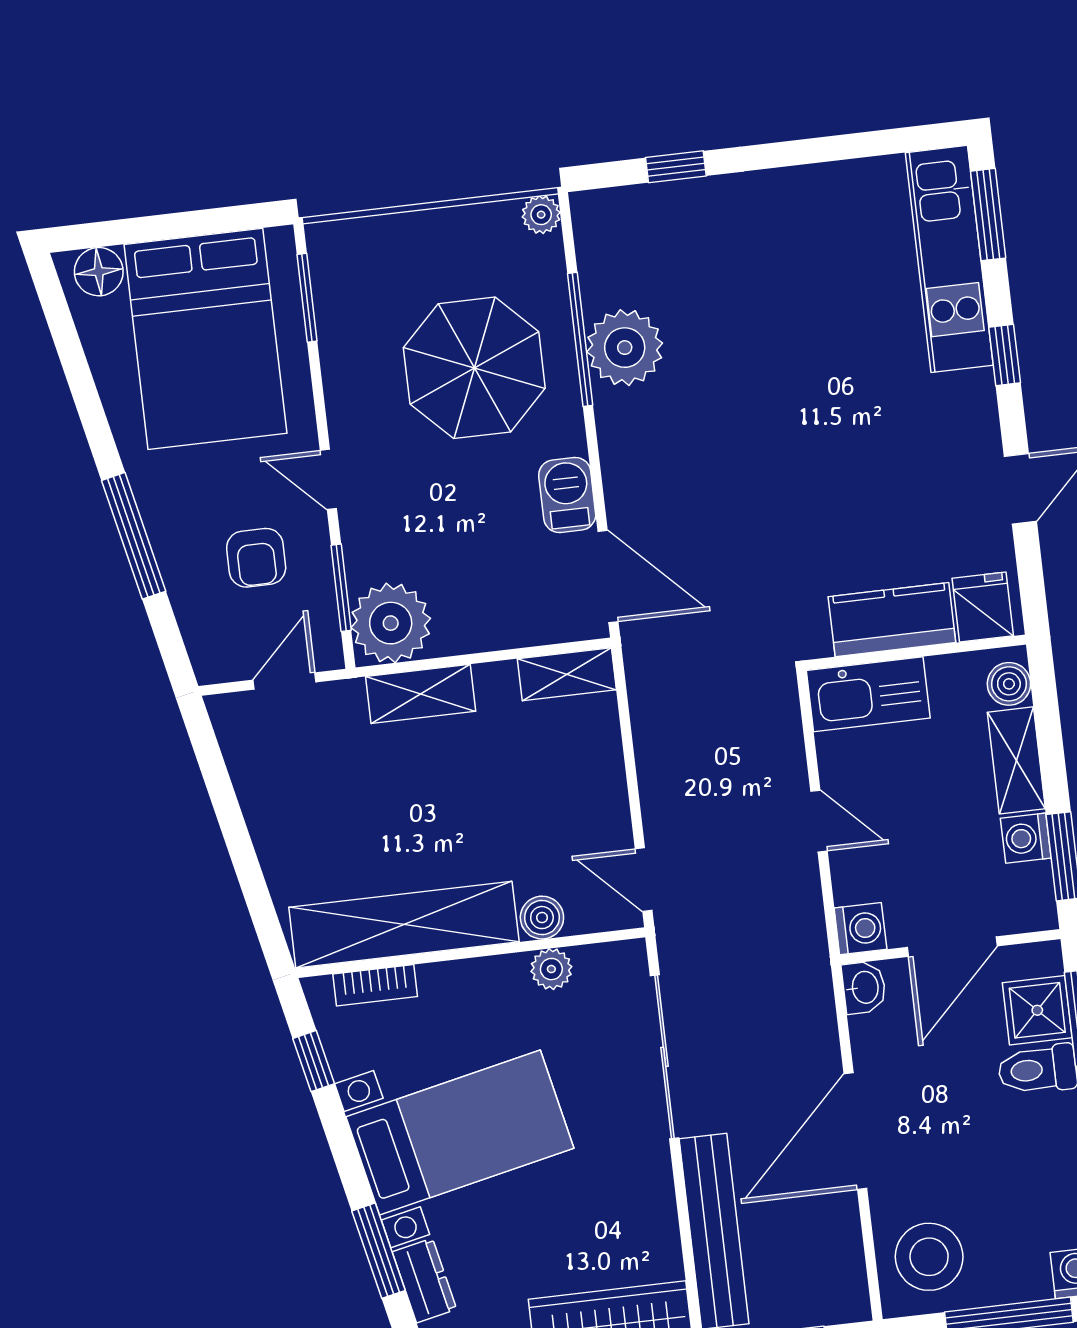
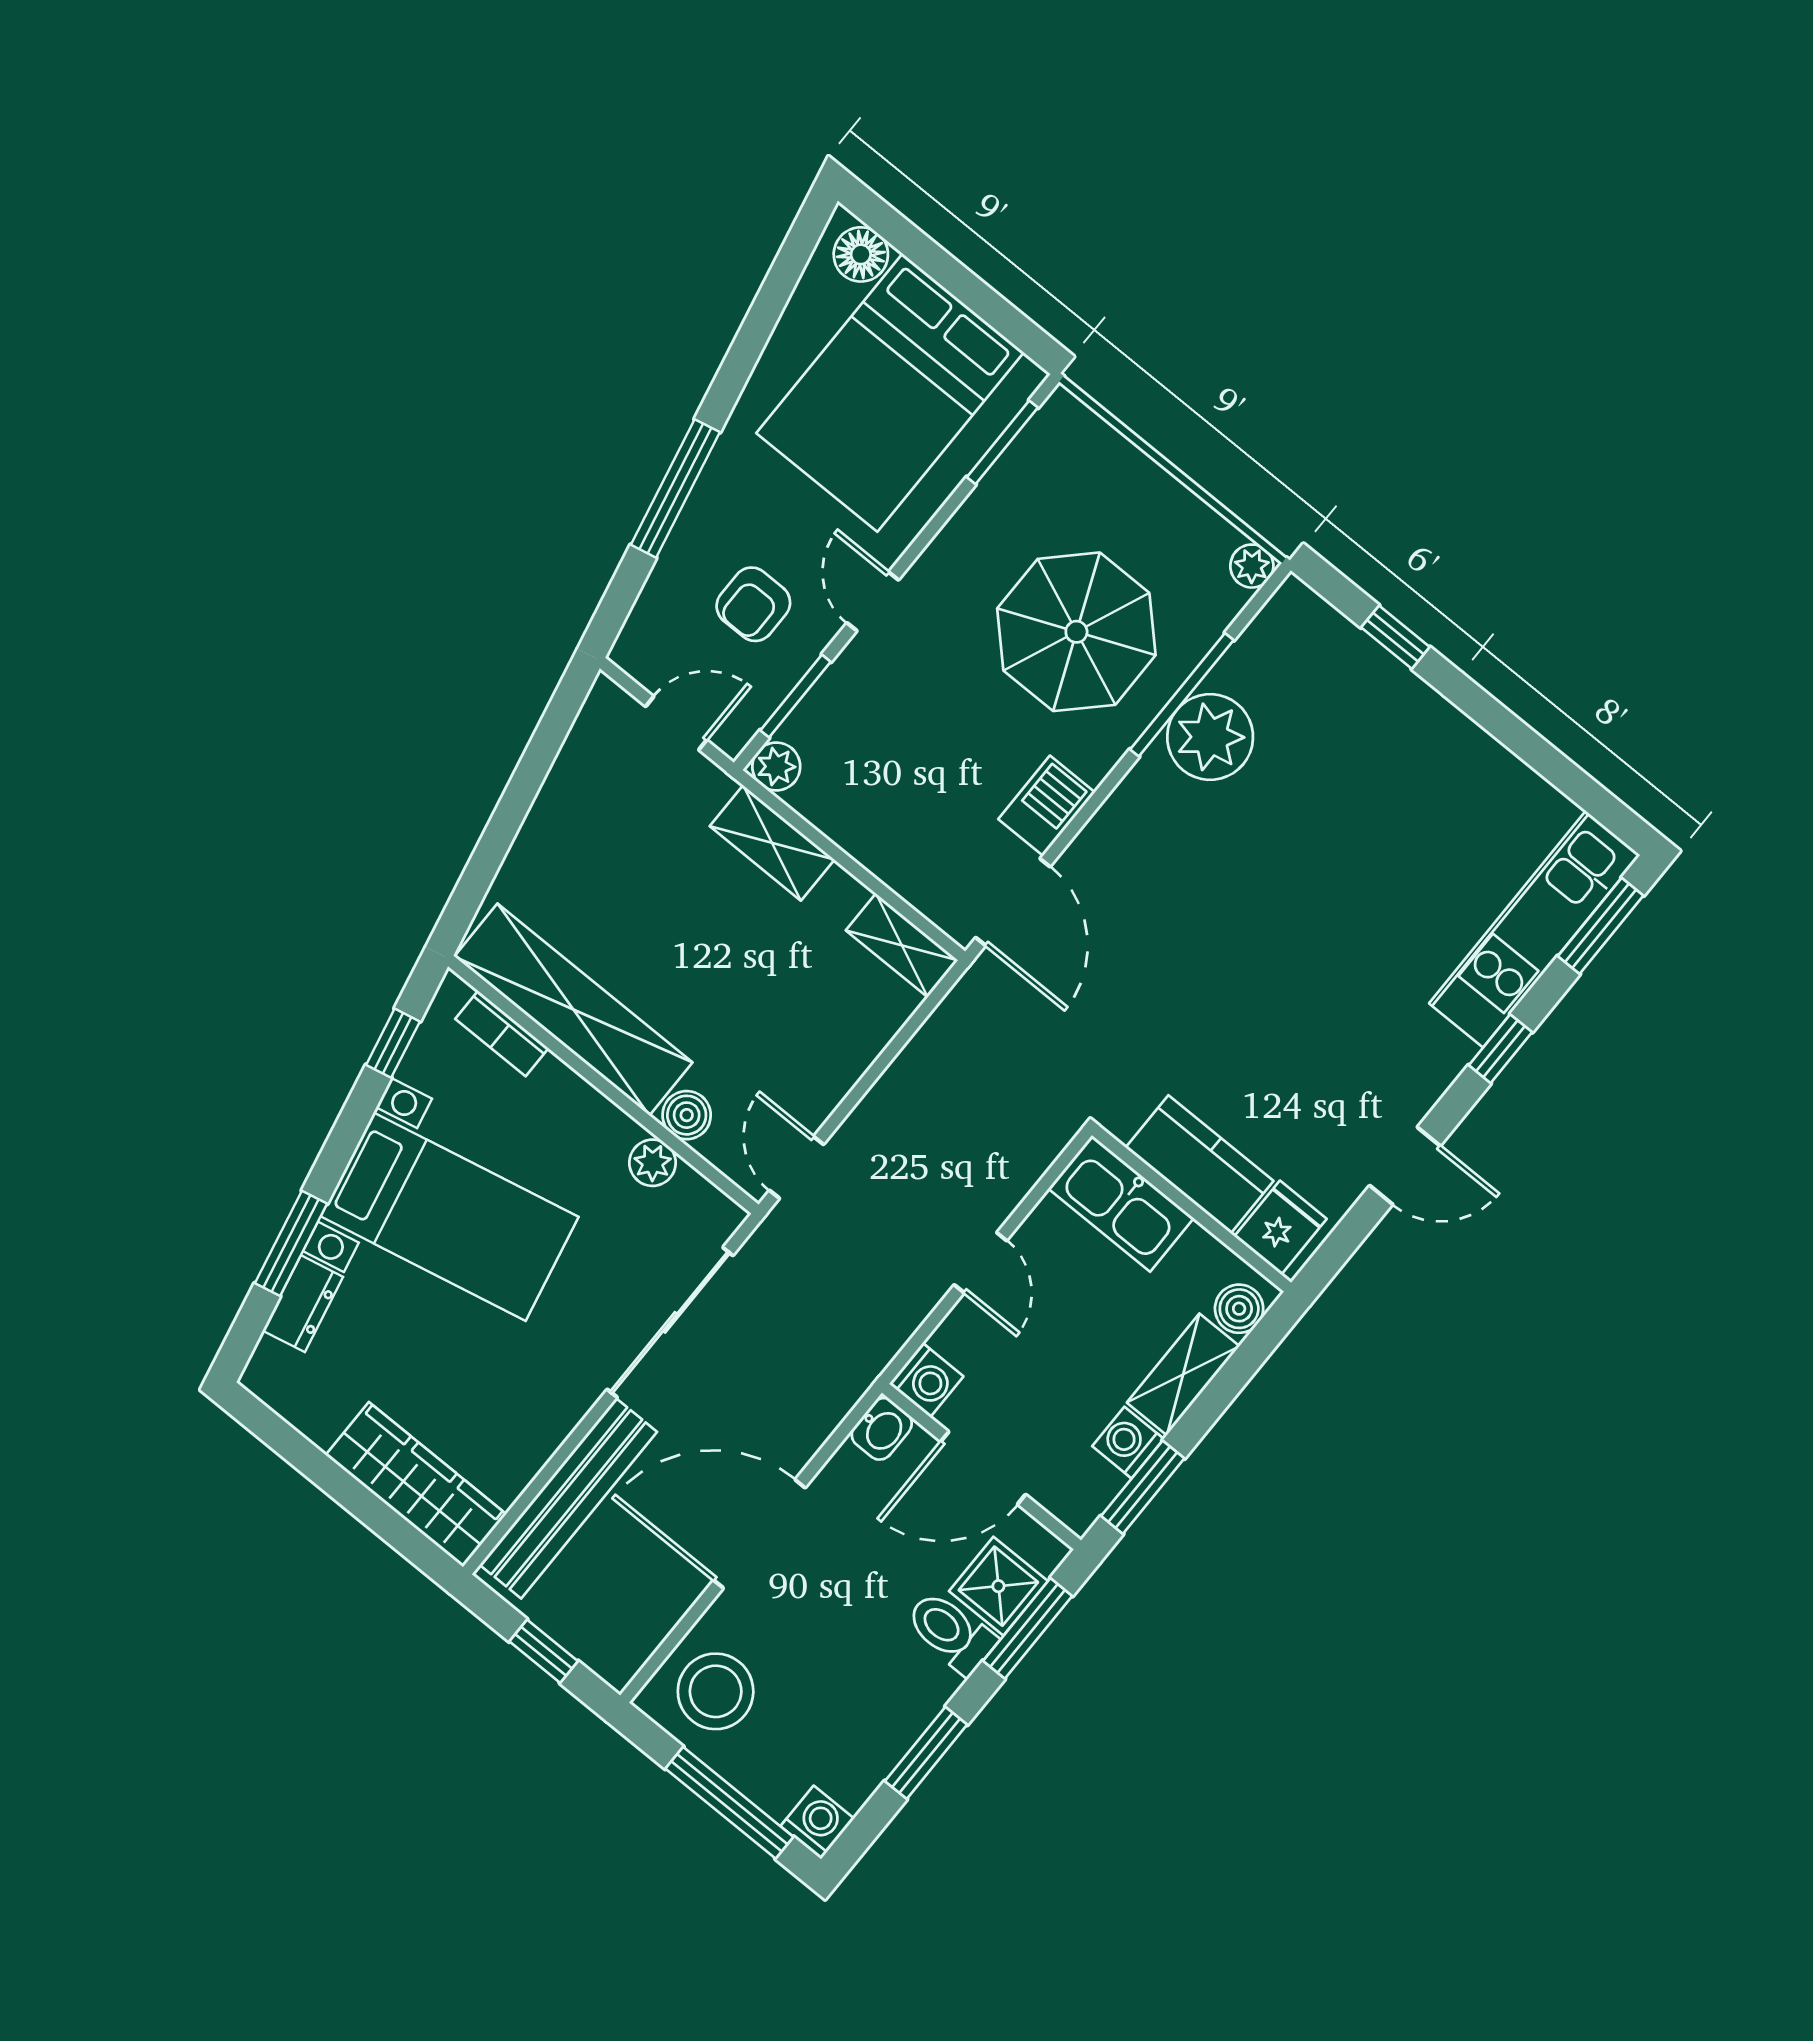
plant: (391, 623) -> (776, 767), width x0.53, depth x0.53

